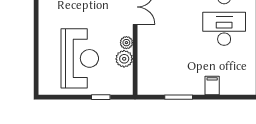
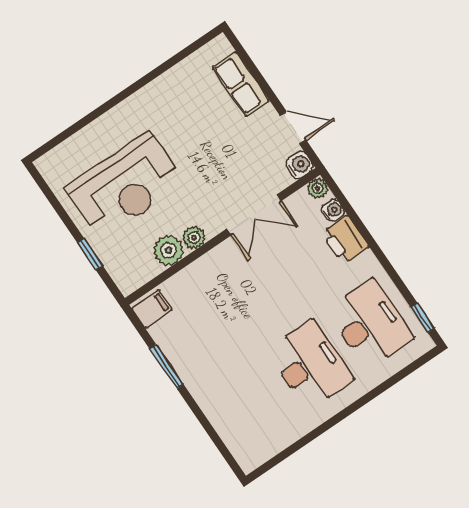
filing cabinet: (212, 85) -> (152, 309), moved

